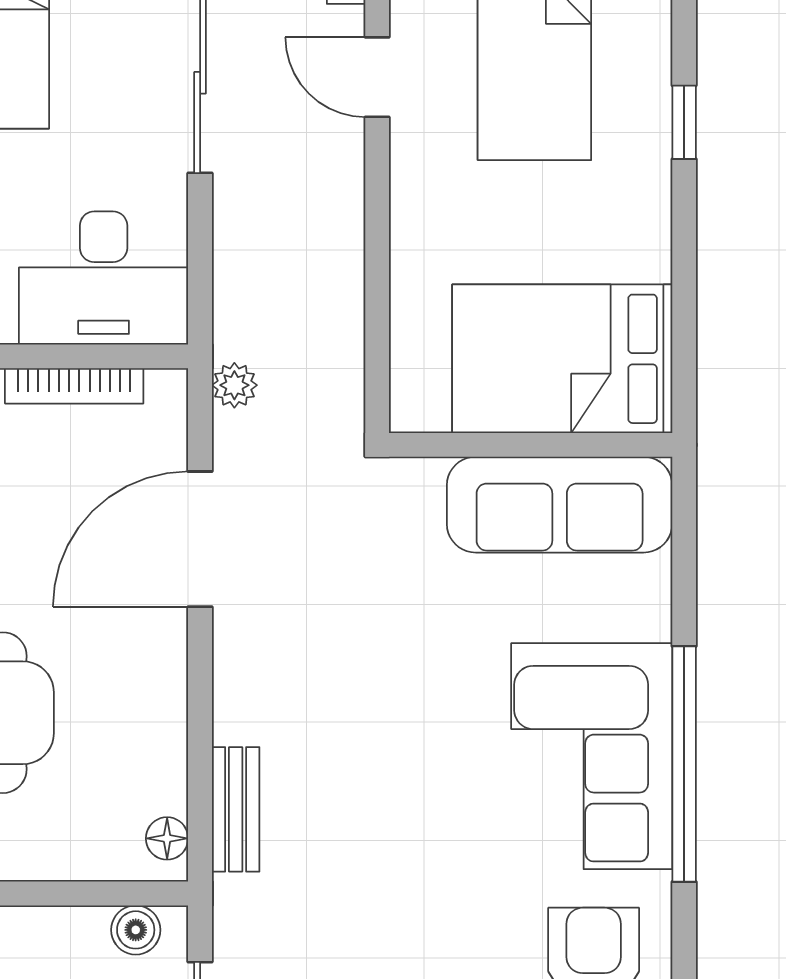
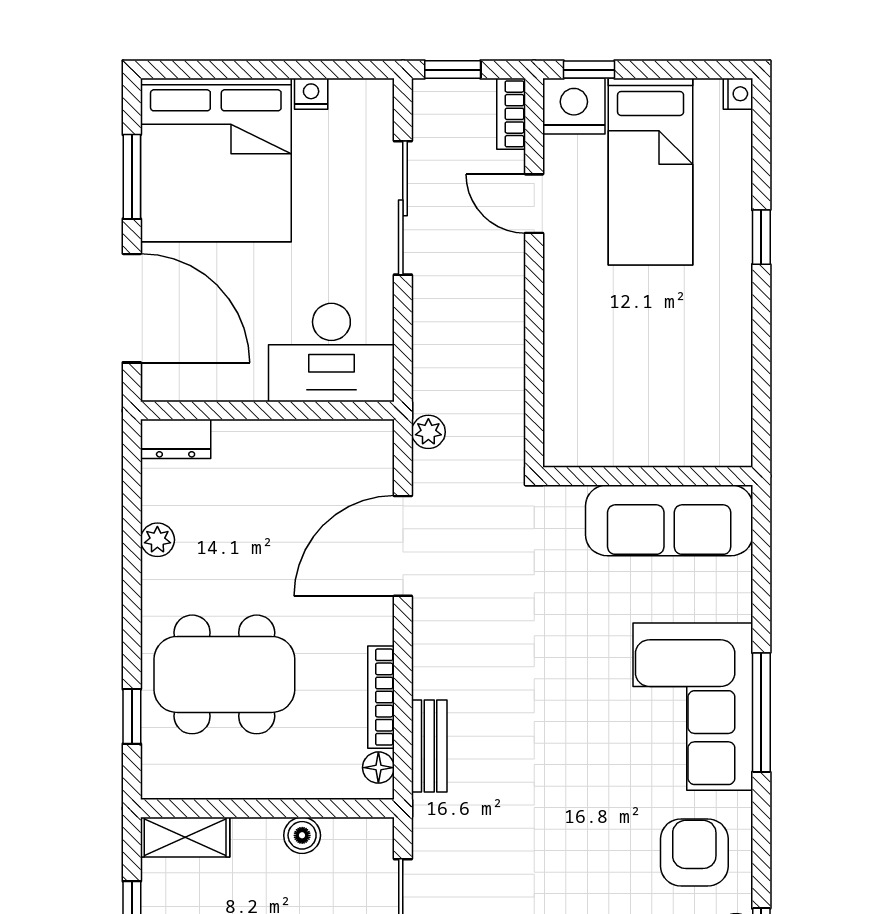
bed: (562, 359) -> (671, 412), removed
bookcase: (74, 386) -> (381, 697), moved, turned 90
window: (684, 764) -> (761, 712), width x0.68
boiler: (136, 930) -> (302, 835), moved

